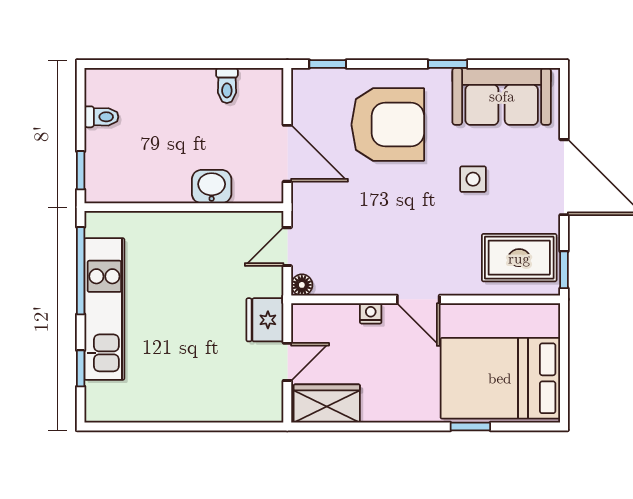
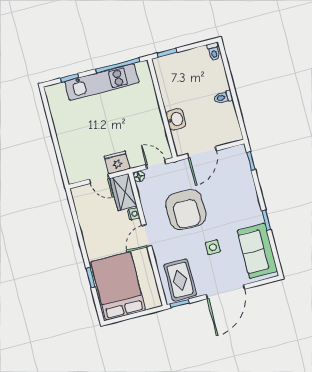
toilet: (227, 85) -> (223, 97), moved
toilet: (101, 117) -> (214, 52), moved
armchair: (388, 125) -> (186, 210), moved
wardrobe: (327, 404) -> (123, 192), moved, turned 180

